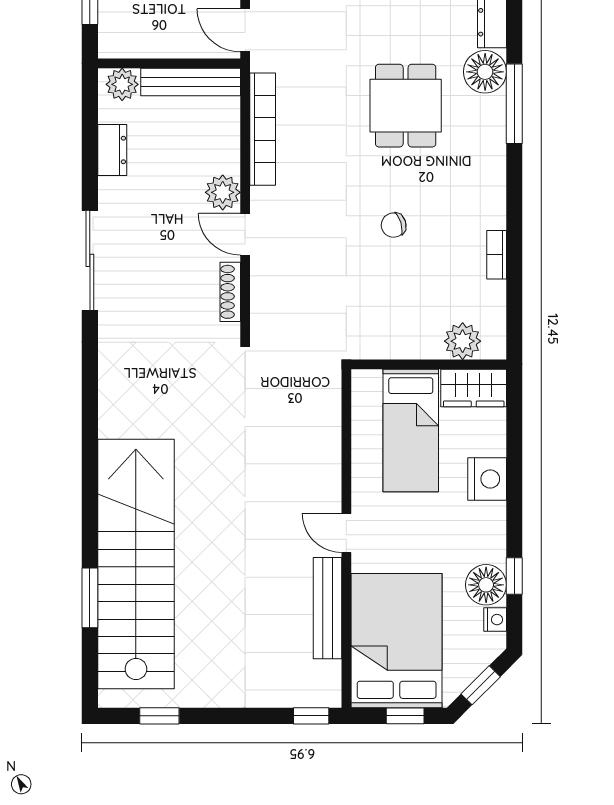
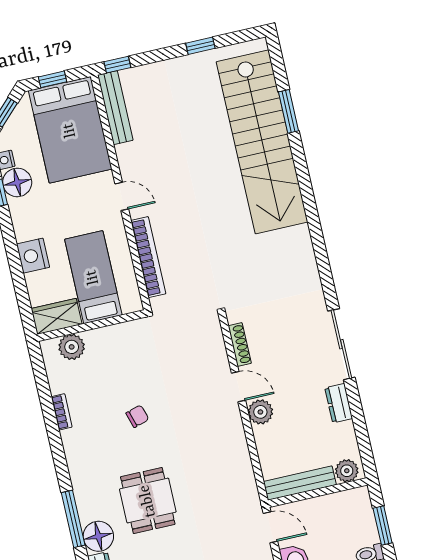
bookcase: (263, 129) -> (148, 257), moved, turned 180
dresser: (112, 150) -> (339, 403), moved
bench: (327, 608) -> (115, 108), moved
window: (159, 716) -> (200, 46), moved

